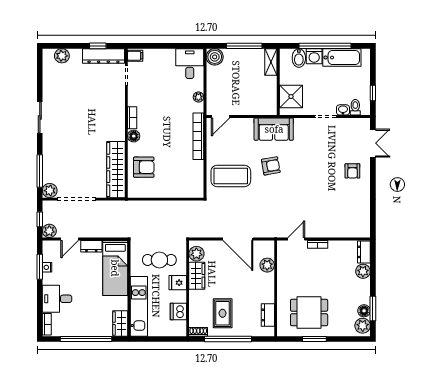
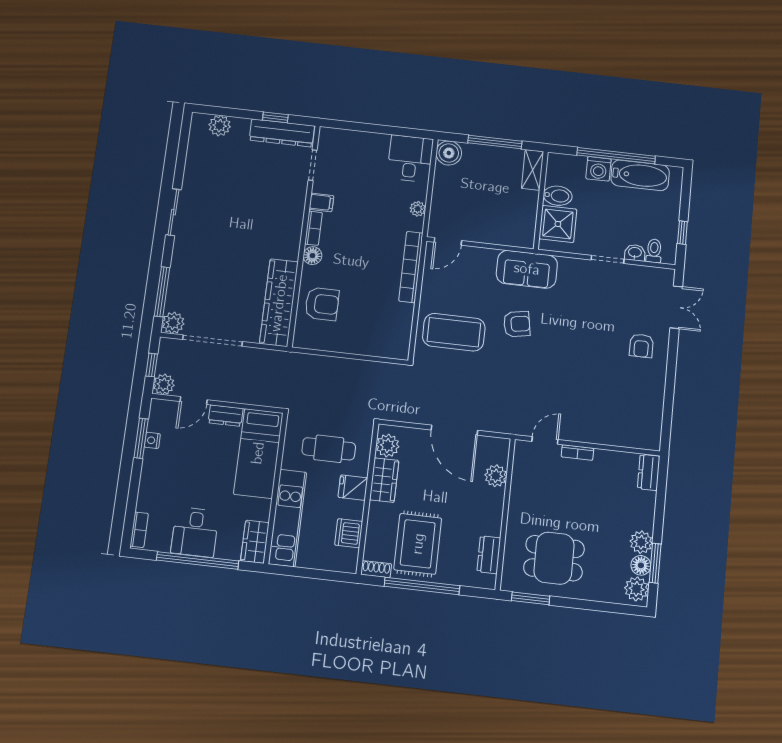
filing cabinet: (135, 56) -> (321, 202), moved
bidet: (299, 58) -> (558, 196), moved, turned -90
plant: (363, 271) -> (641, 542), moved
desk: (57, 299) -> (195, 532), moved, turned -90
rug: (223, 313) -> (418, 544), width x1.36, depth x1.43
window: (314, 339) -> (531, 598), moved

